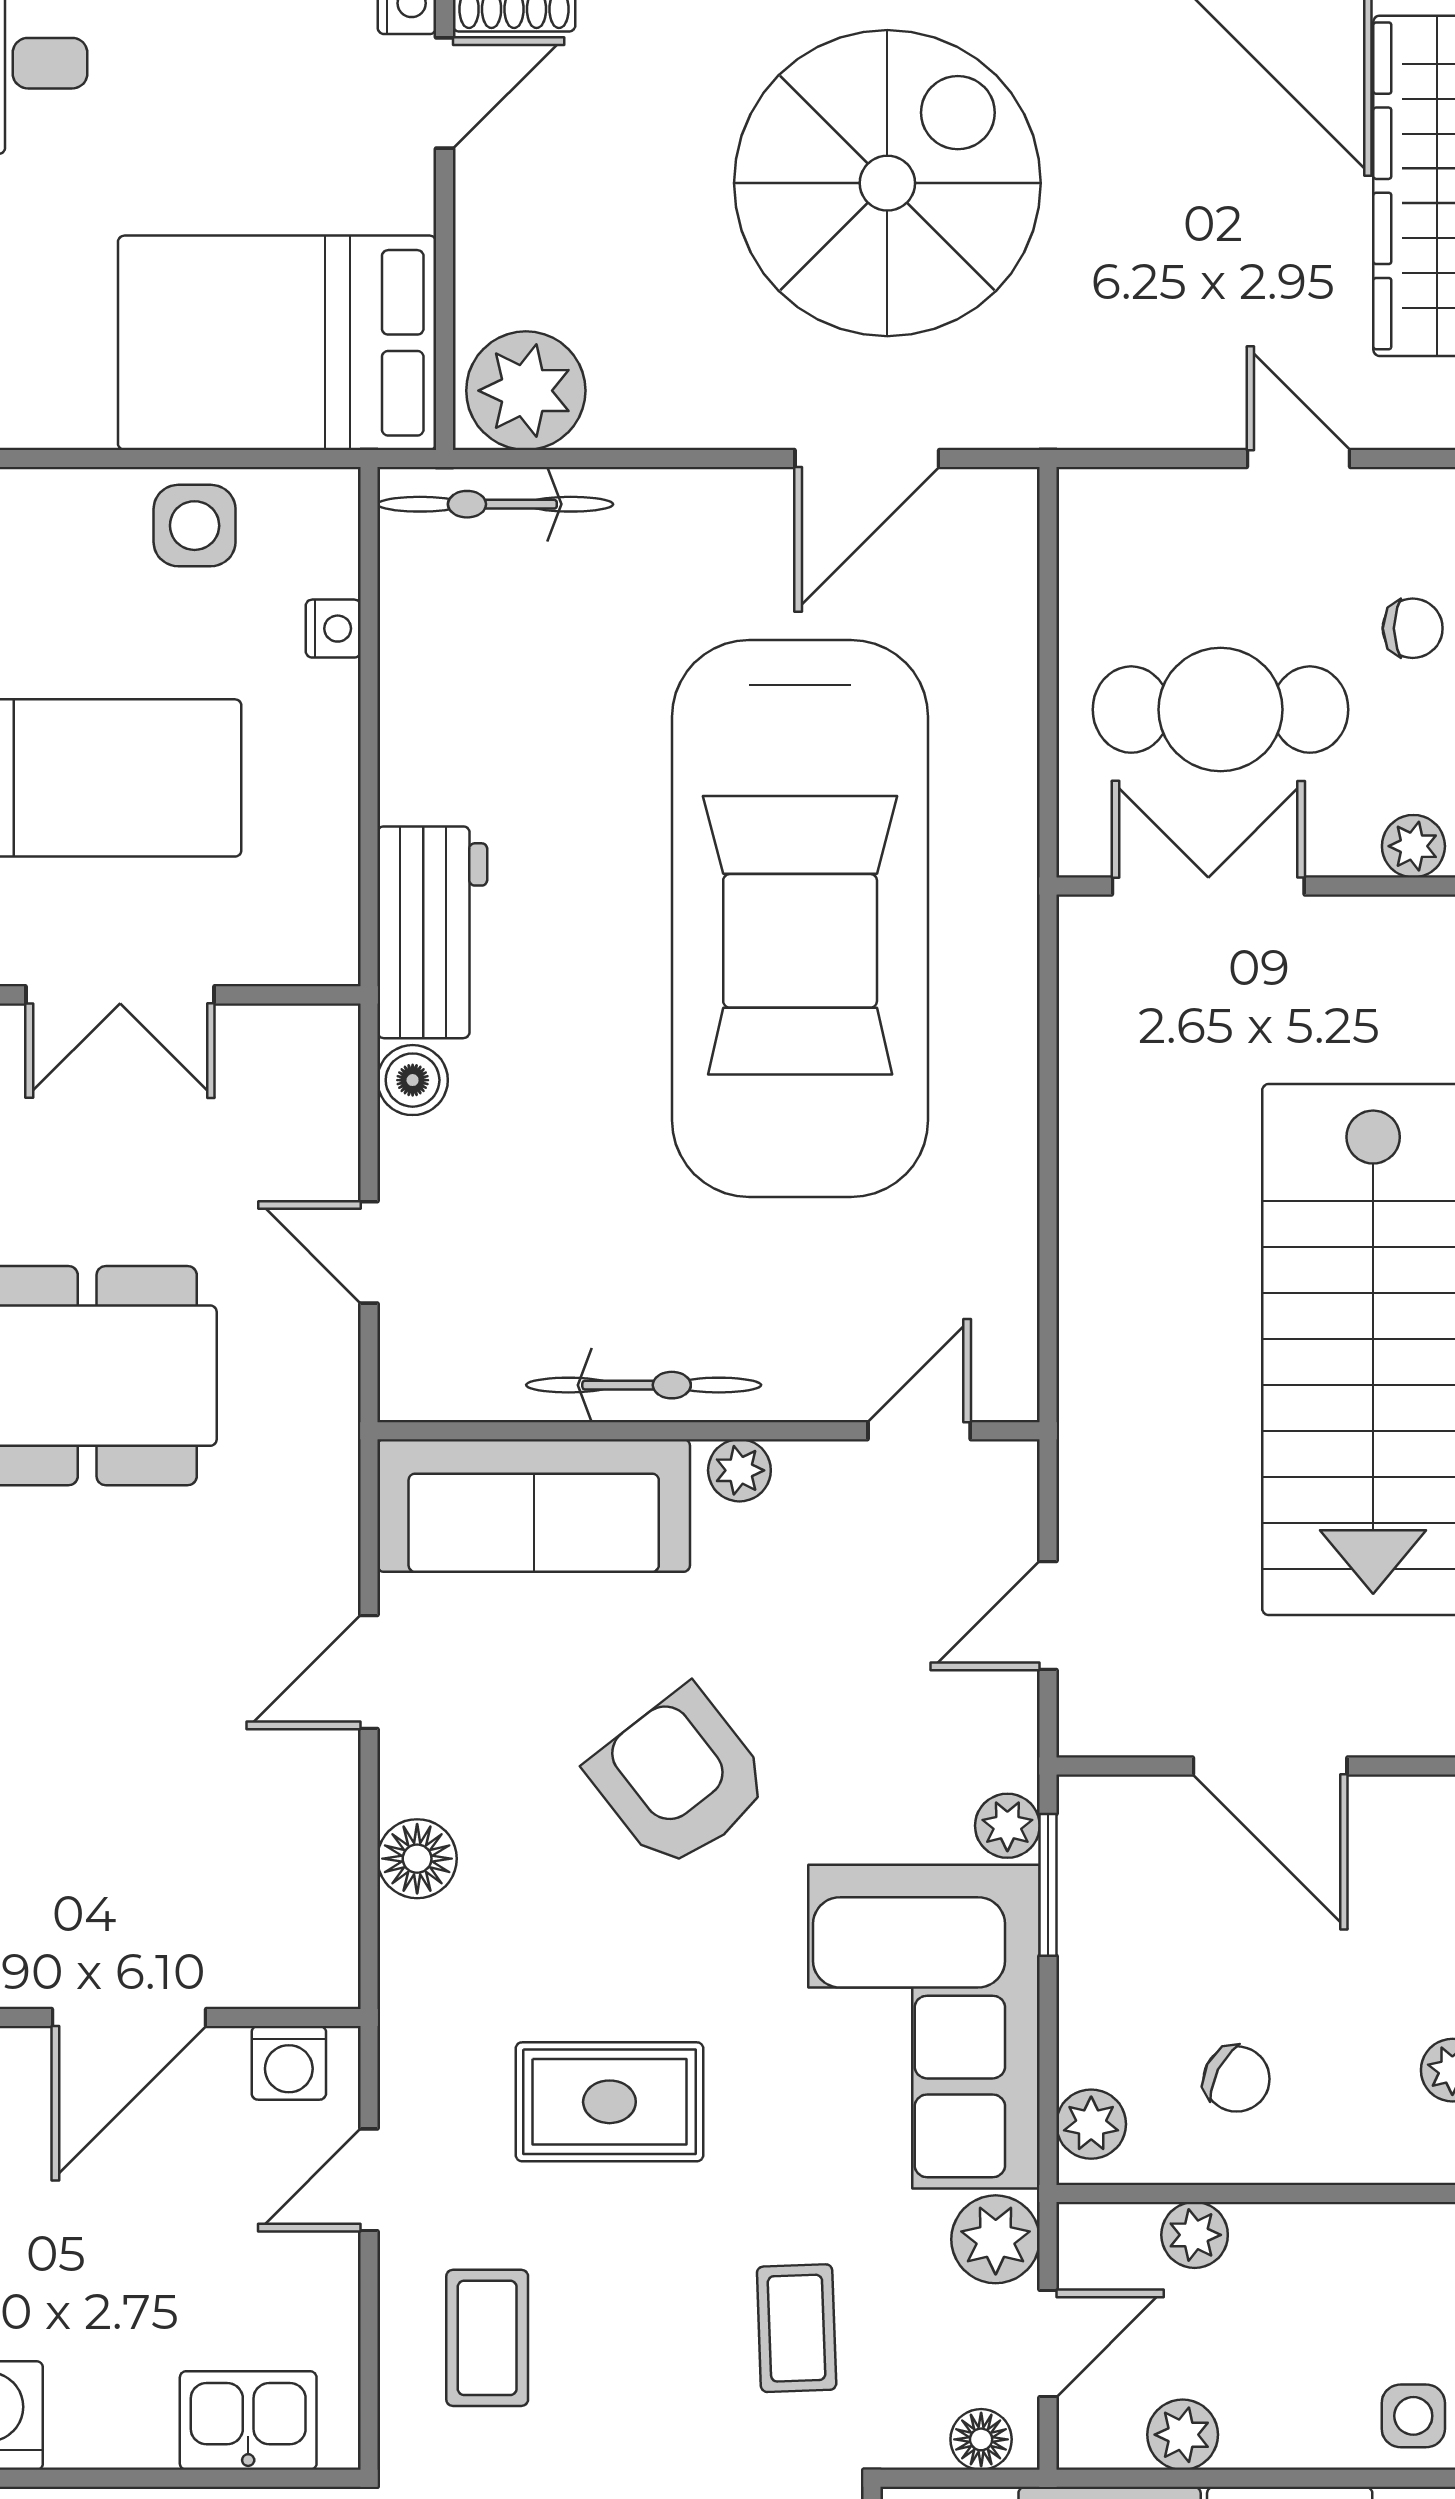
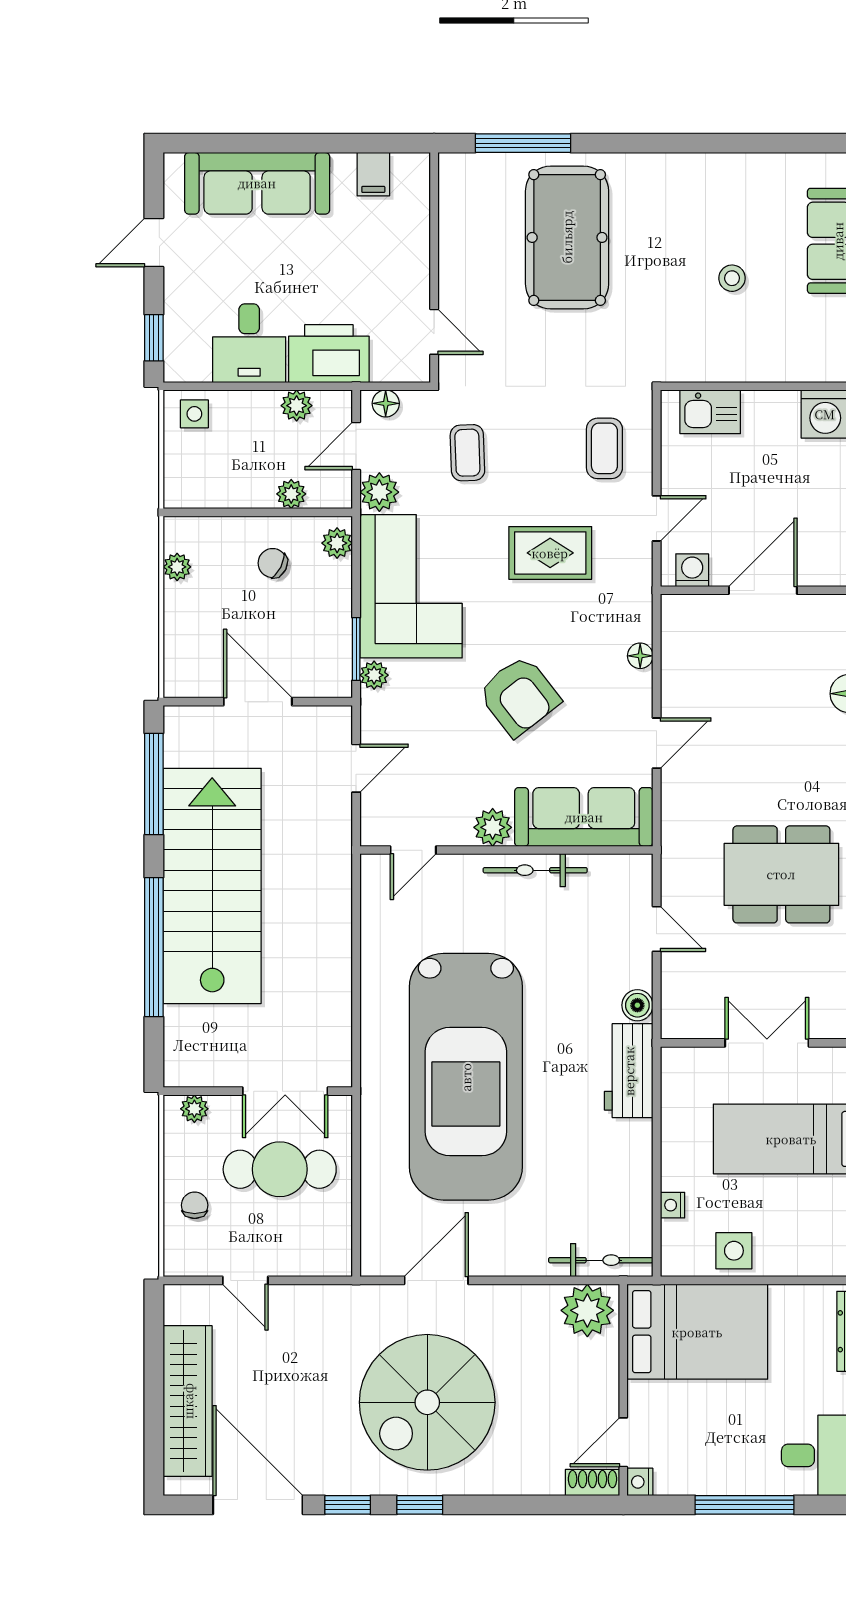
chair: (1413, 628) -> (195, 1205), turned 90
car: (800, 919) -> (466, 1077), turned 180
plant: (739, 1470) -> (493, 827), width x1.38, depth x1.38
floor lamp: (417, 1859) -> (640, 656), width x0.73, depth x0.73

